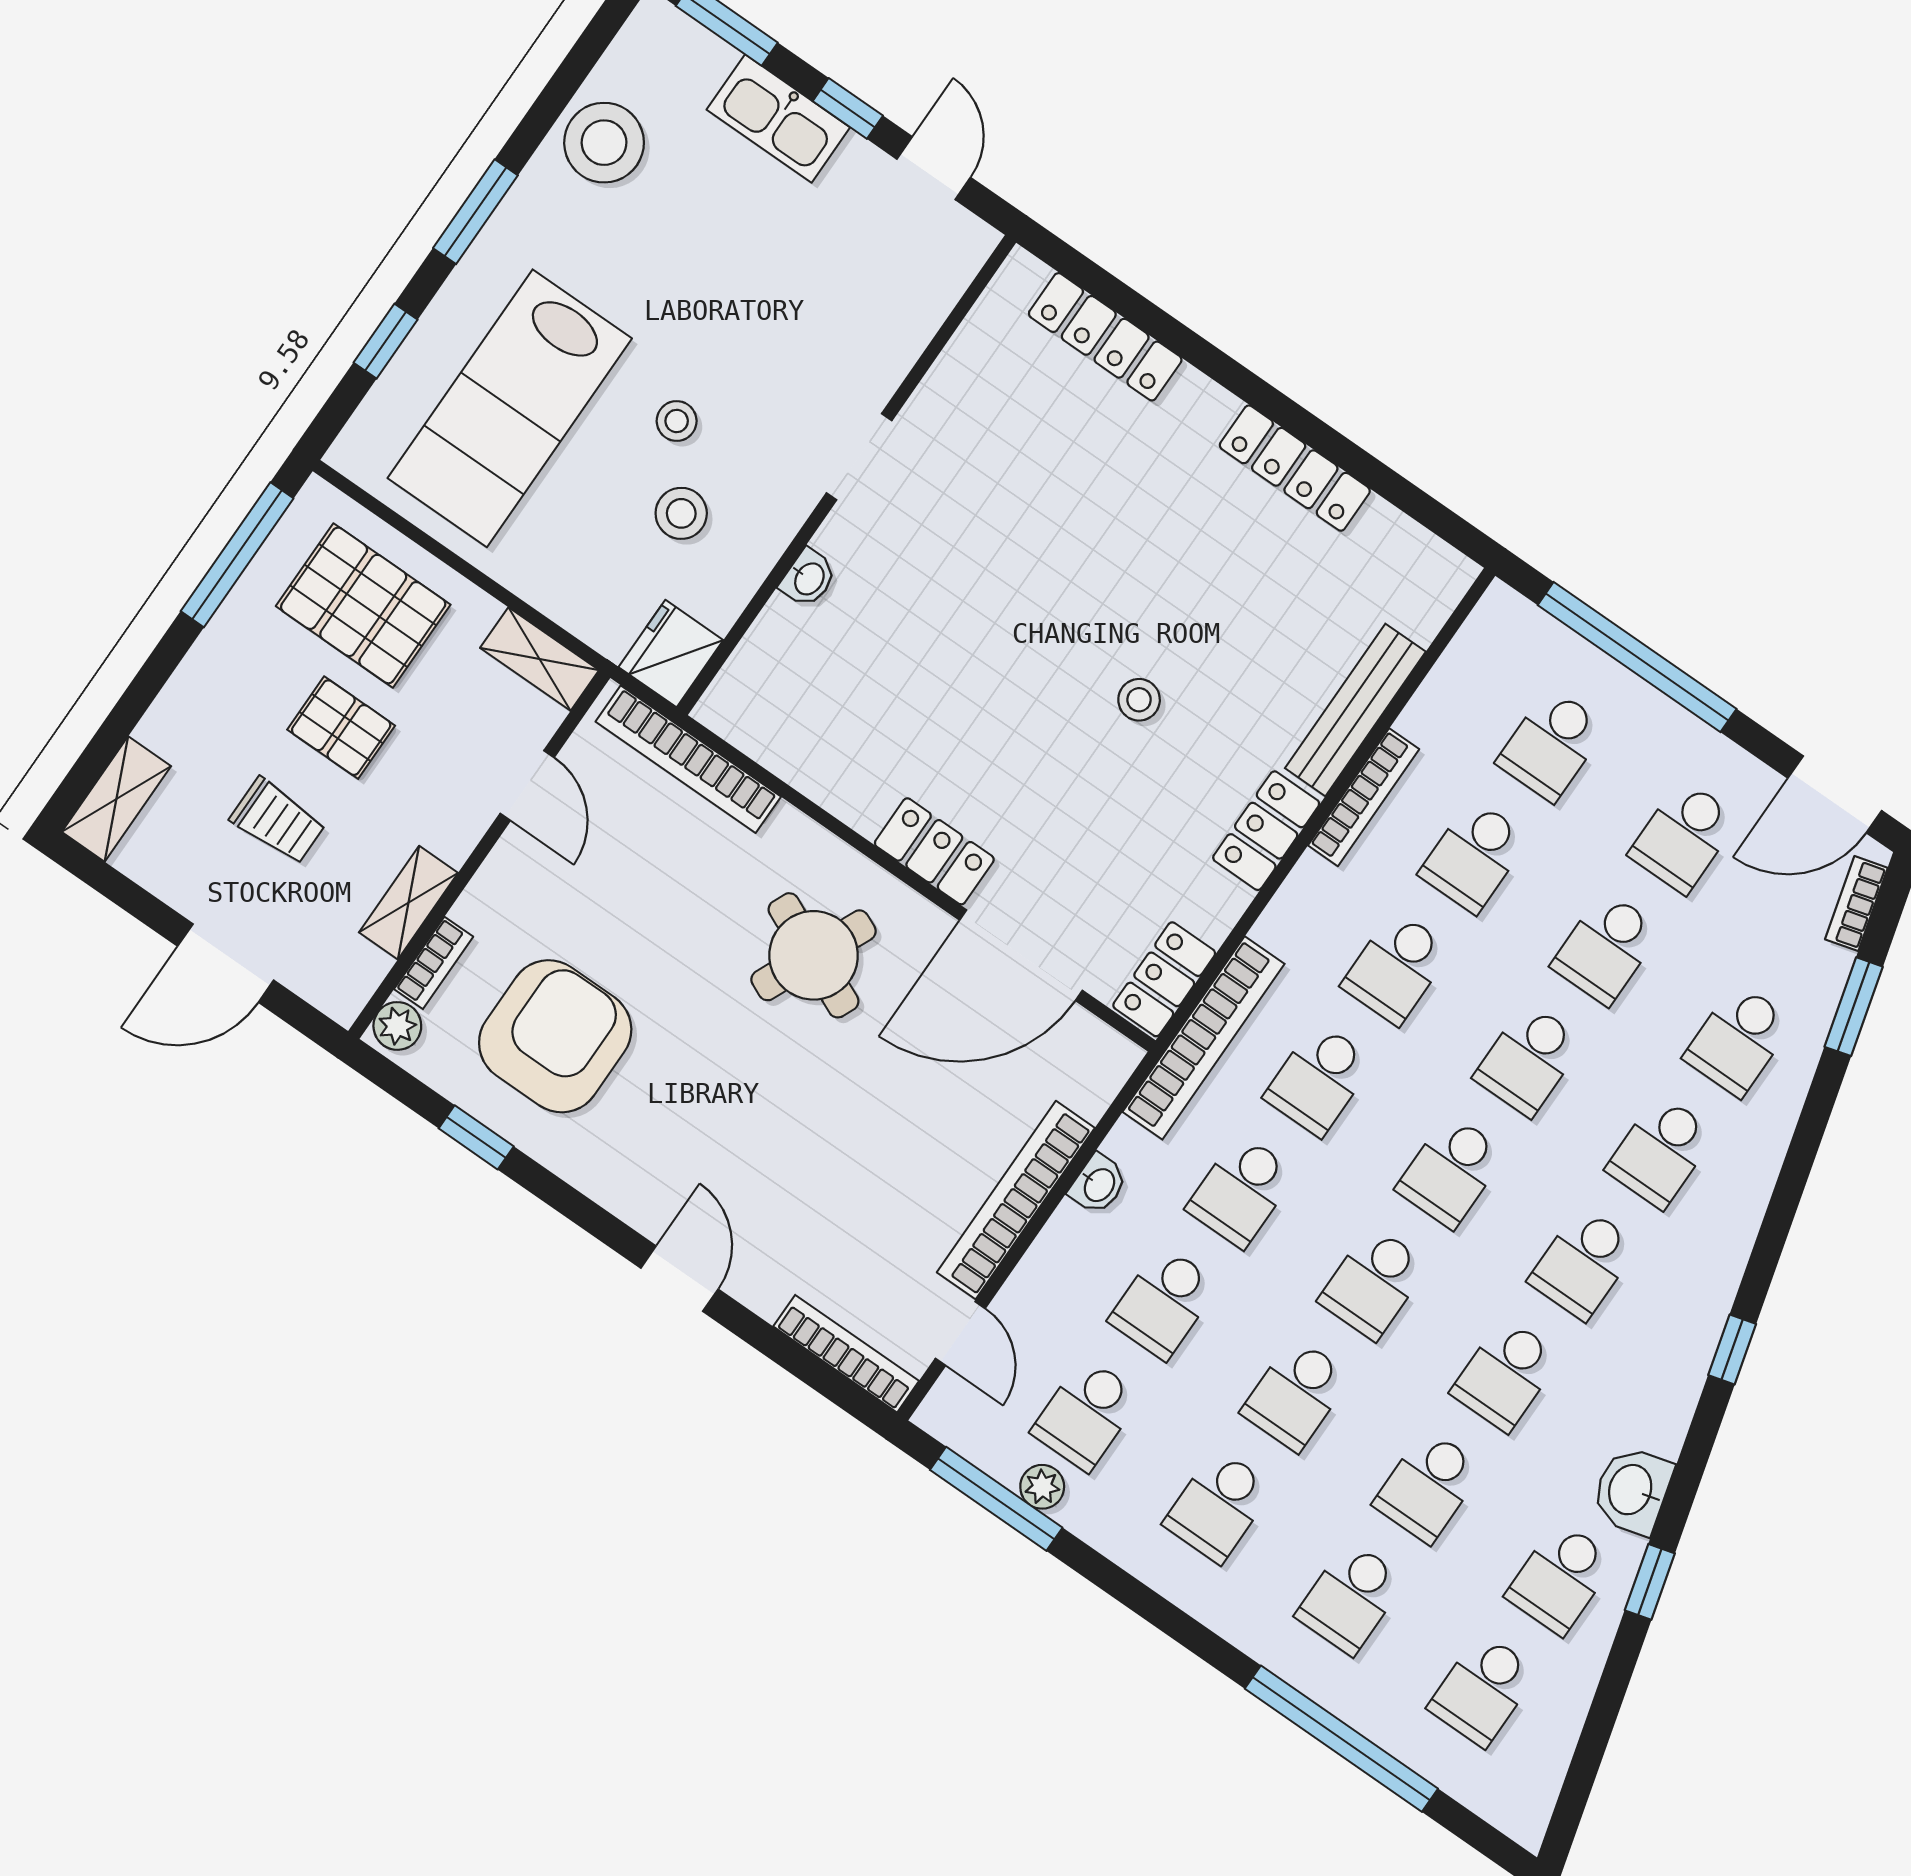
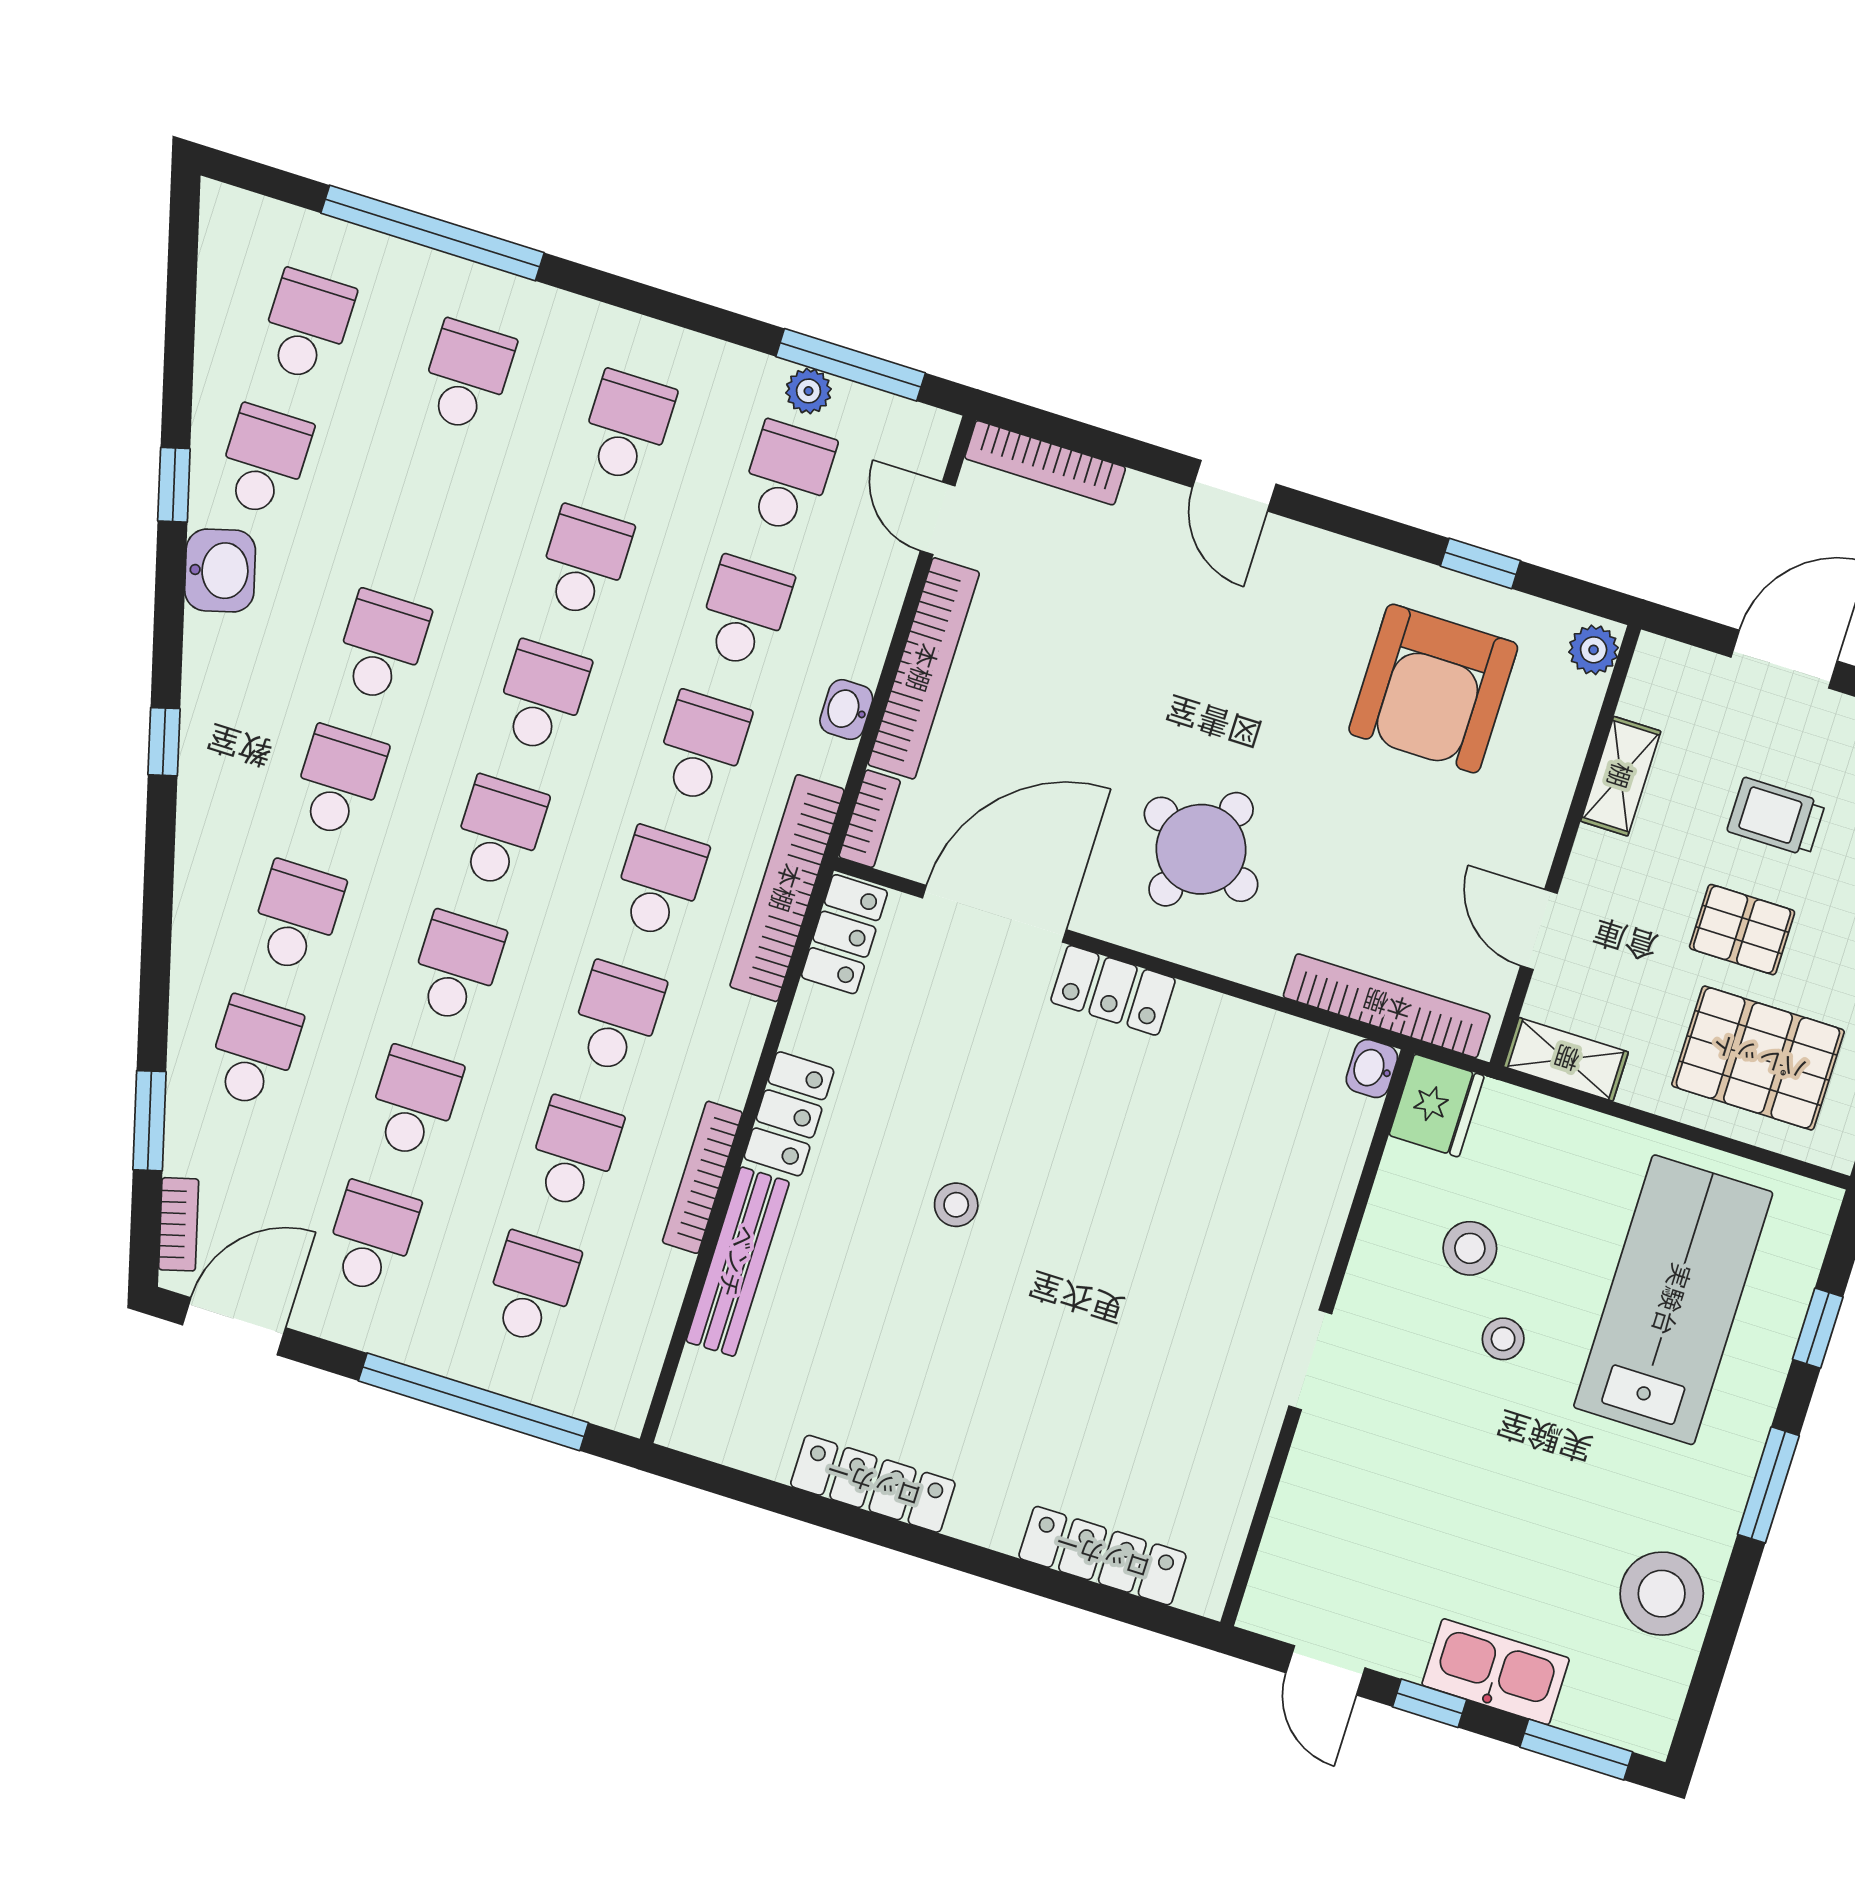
washbasin: (808, 578) -> (1372, 1069), moved
bookcase: (434, 963) -> (870, 819), moved, turned 180
school desk: (1428, 1486) -> (424, 511), removed

